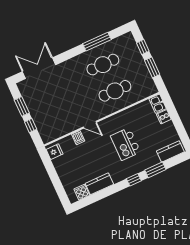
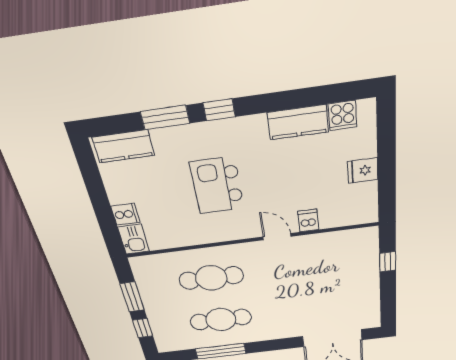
window: (22, 106) -> (388, 293), removed
kitchen island: (125, 144) -> (217, 186), turned 180
fridge: (55, 152) -> (363, 170), moved

